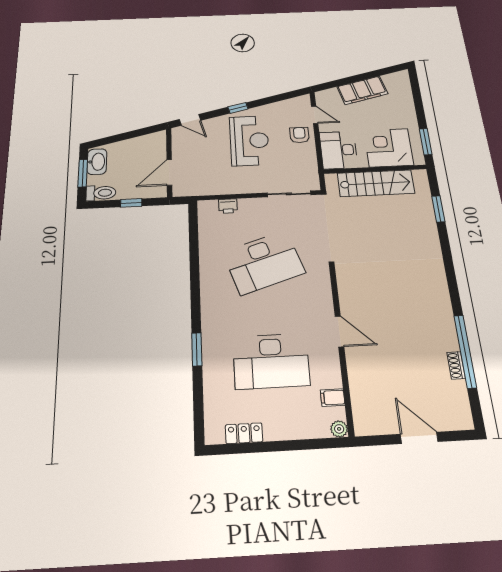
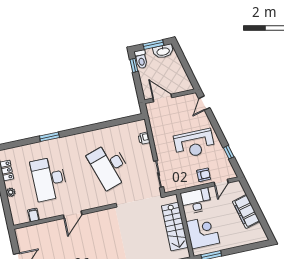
window: (238, 108) -> (229, 152), moved
window: (131, 203) -> (134, 65), moved
plant: (339, 429) -> (11, 192), moved

